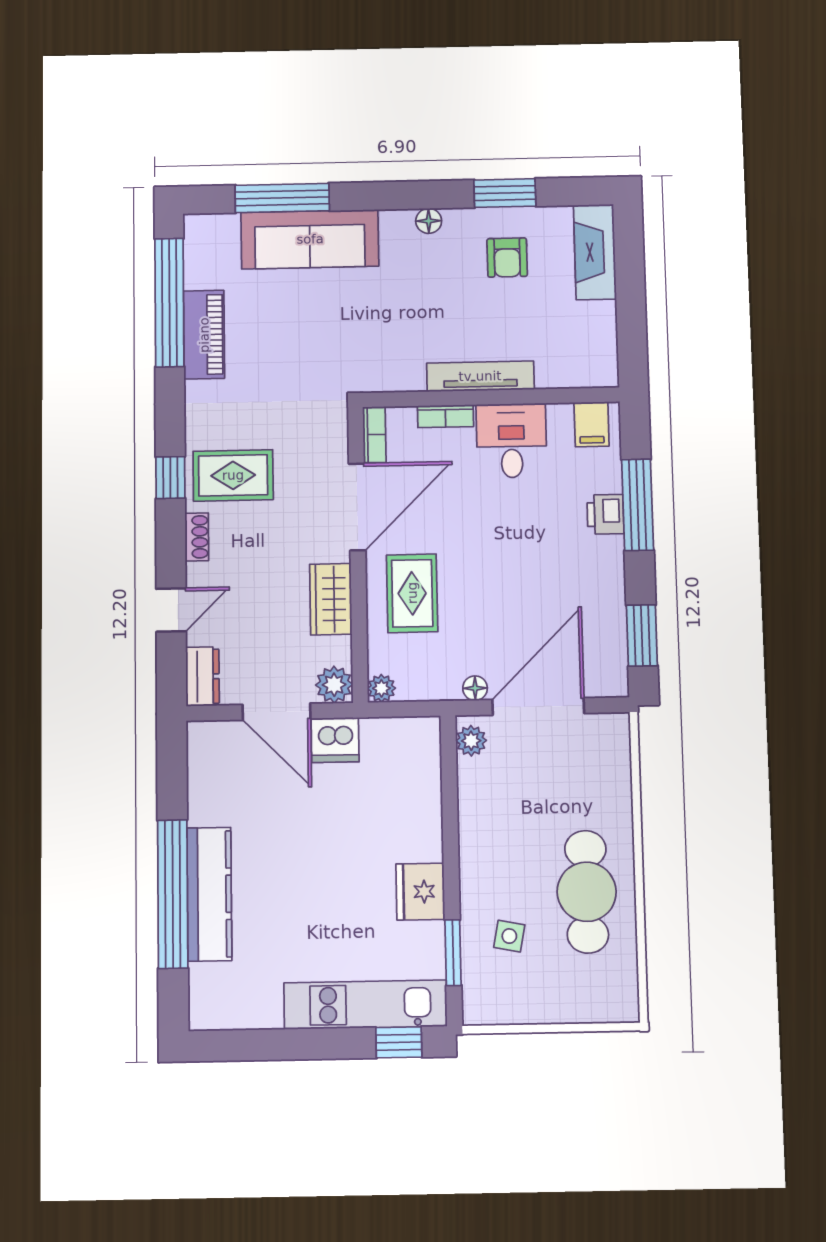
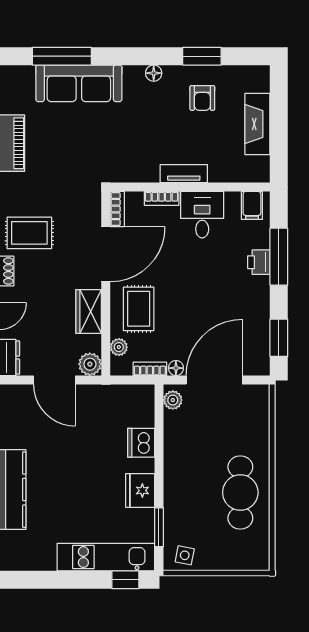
fireplace: (595, 252) -> (257, 124), moved
tv unit: (480, 376) -> (184, 174), width x0.71
plant: (381, 688) -> (119, 347), moved
bookcase: (432, 690) -> (150, 369), added
dishwasher: (335, 740) -> (141, 443), moved, turned 90
side table: (509, 936) -> (185, 555), moved

